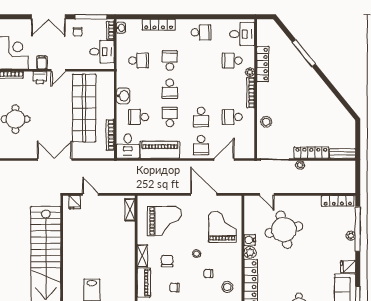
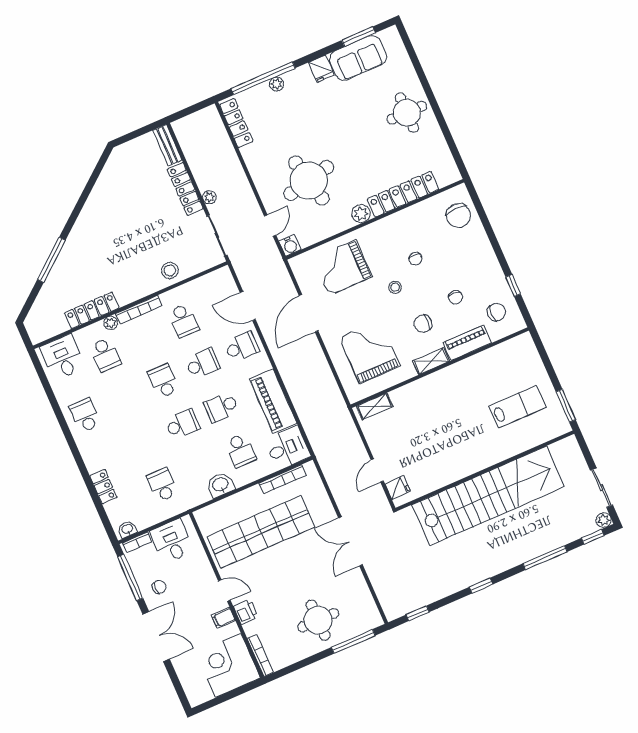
locker: (159, 25) -> (103, 487), width x0.66
school desk: (170, 61) -> (163, 381), moved, turned 90
water cooler: (250, 240) -> (290, 245), moved
stool: (227, 287) -> (423, 224), removed

